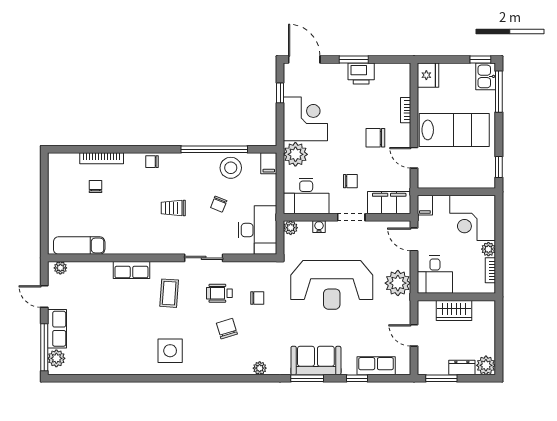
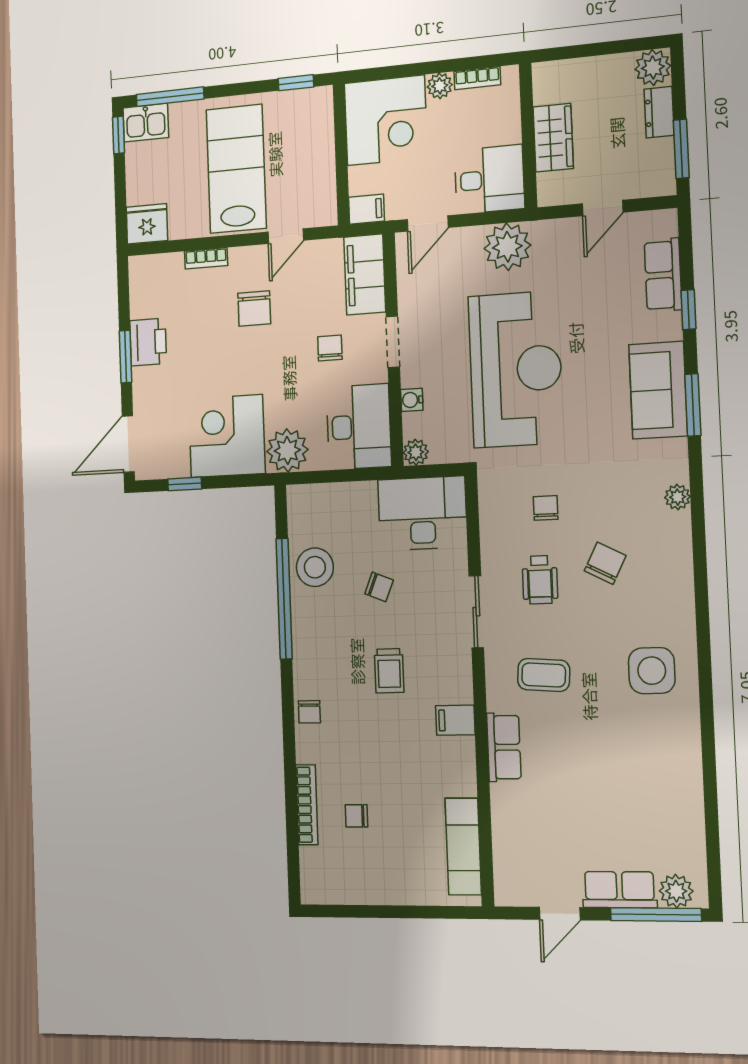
filing cabinet: (269, 163) -> (455, 720), moved, turned 180
plant: (60, 268) -> (505, 882), removed
chair: (227, 329) -> (605, 563), turned 134

